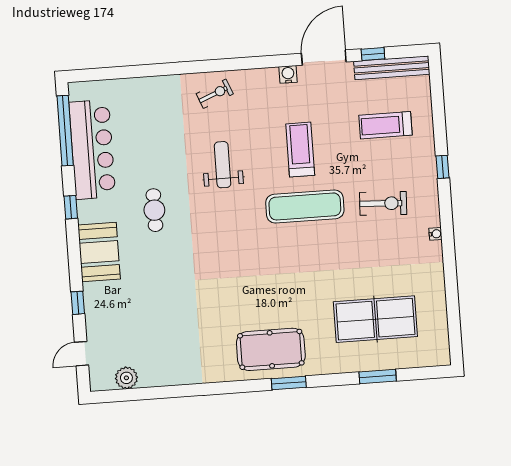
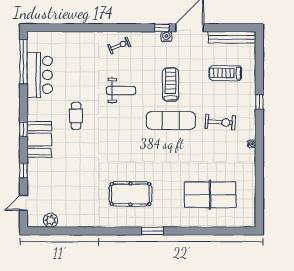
window: (373, 54) -> (162, 28), moved
bar counter: (92, 149) -> (40, 75), width x0.73
weight bench: (223, 165) -> (121, 90), turned 90
window: (71, 207) -> (23, 129), moved
pool table: (271, 349) -> (130, 194), moved
window: (378, 376) -> (209, 231), removed

